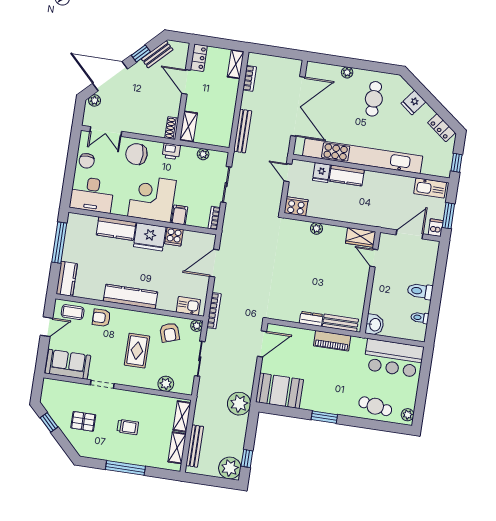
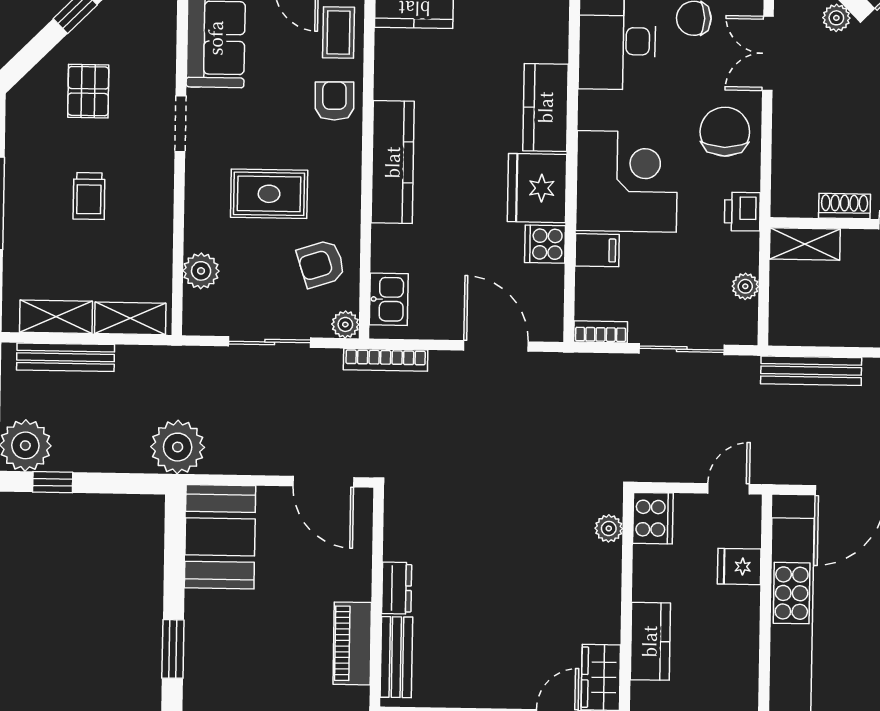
shoe rack: (172, 128) -> (844, 206), moved
kitchen counter: (347, 176) -> (650, 641), moved, turned 180
plant: (316, 228) -> (609, 528), moved

